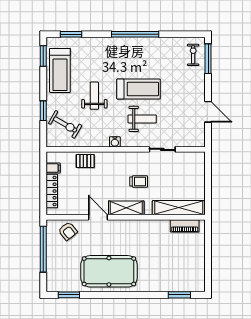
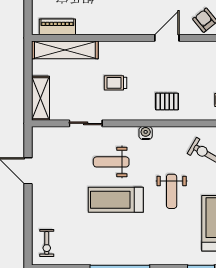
window: (208, 59) -> (28, 238), removed
pallet: (85, 161) -> (167, 101), moved
shelving: (126, 208) -> (41, 98), moved, turned 90
door: (98, 217) -> (167, 38), swing flipped

